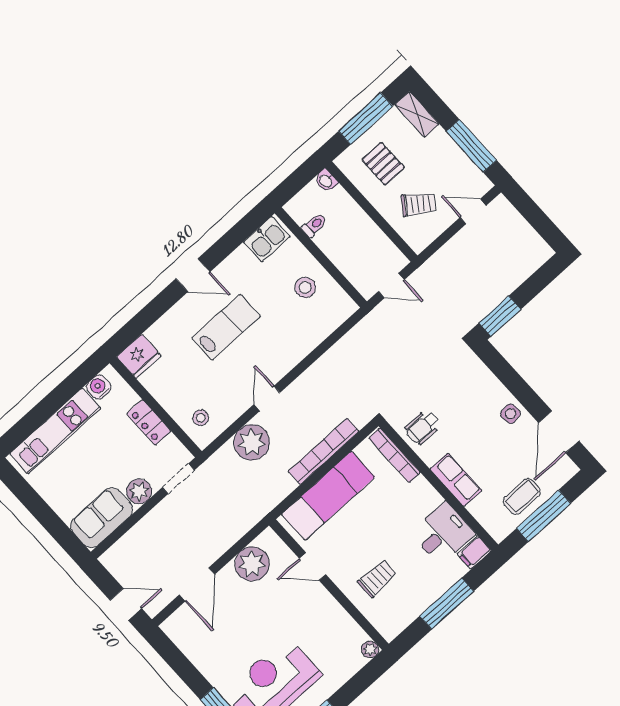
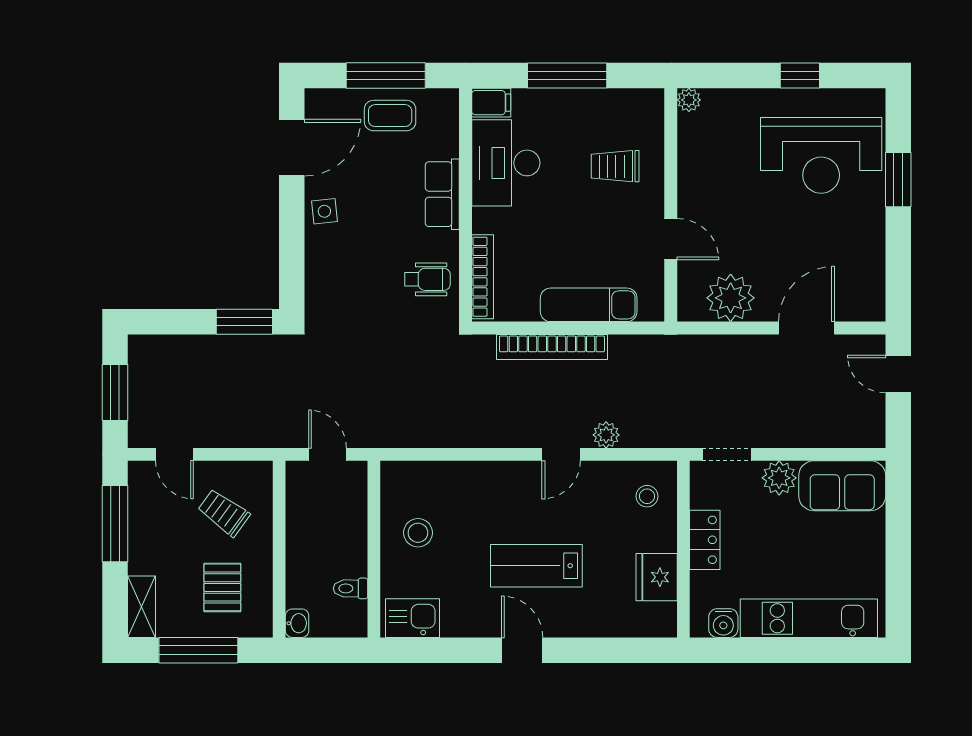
window: (535, 216) -> (115, 392), added
fridge: (139, 356) -> (657, 577), moved, turned -90
plant: (252, 442) -> (606, 435), width x0.53, depth x0.53
exam couch: (328, 496) -> (589, 305), width x0.73, depth x0.69
desk: (443, 533) -> (506, 163), width x1.37

